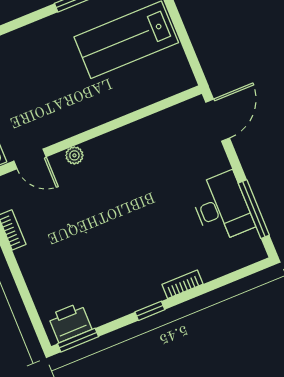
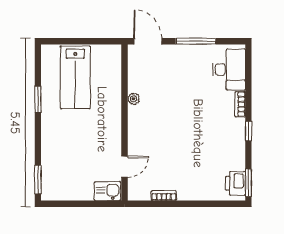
plant: (74, 155) -> (134, 99), moved
desk: (222, 207) -> (229, 69), moved, turned 90
window: (254, 209) -> (196, 41), moved

